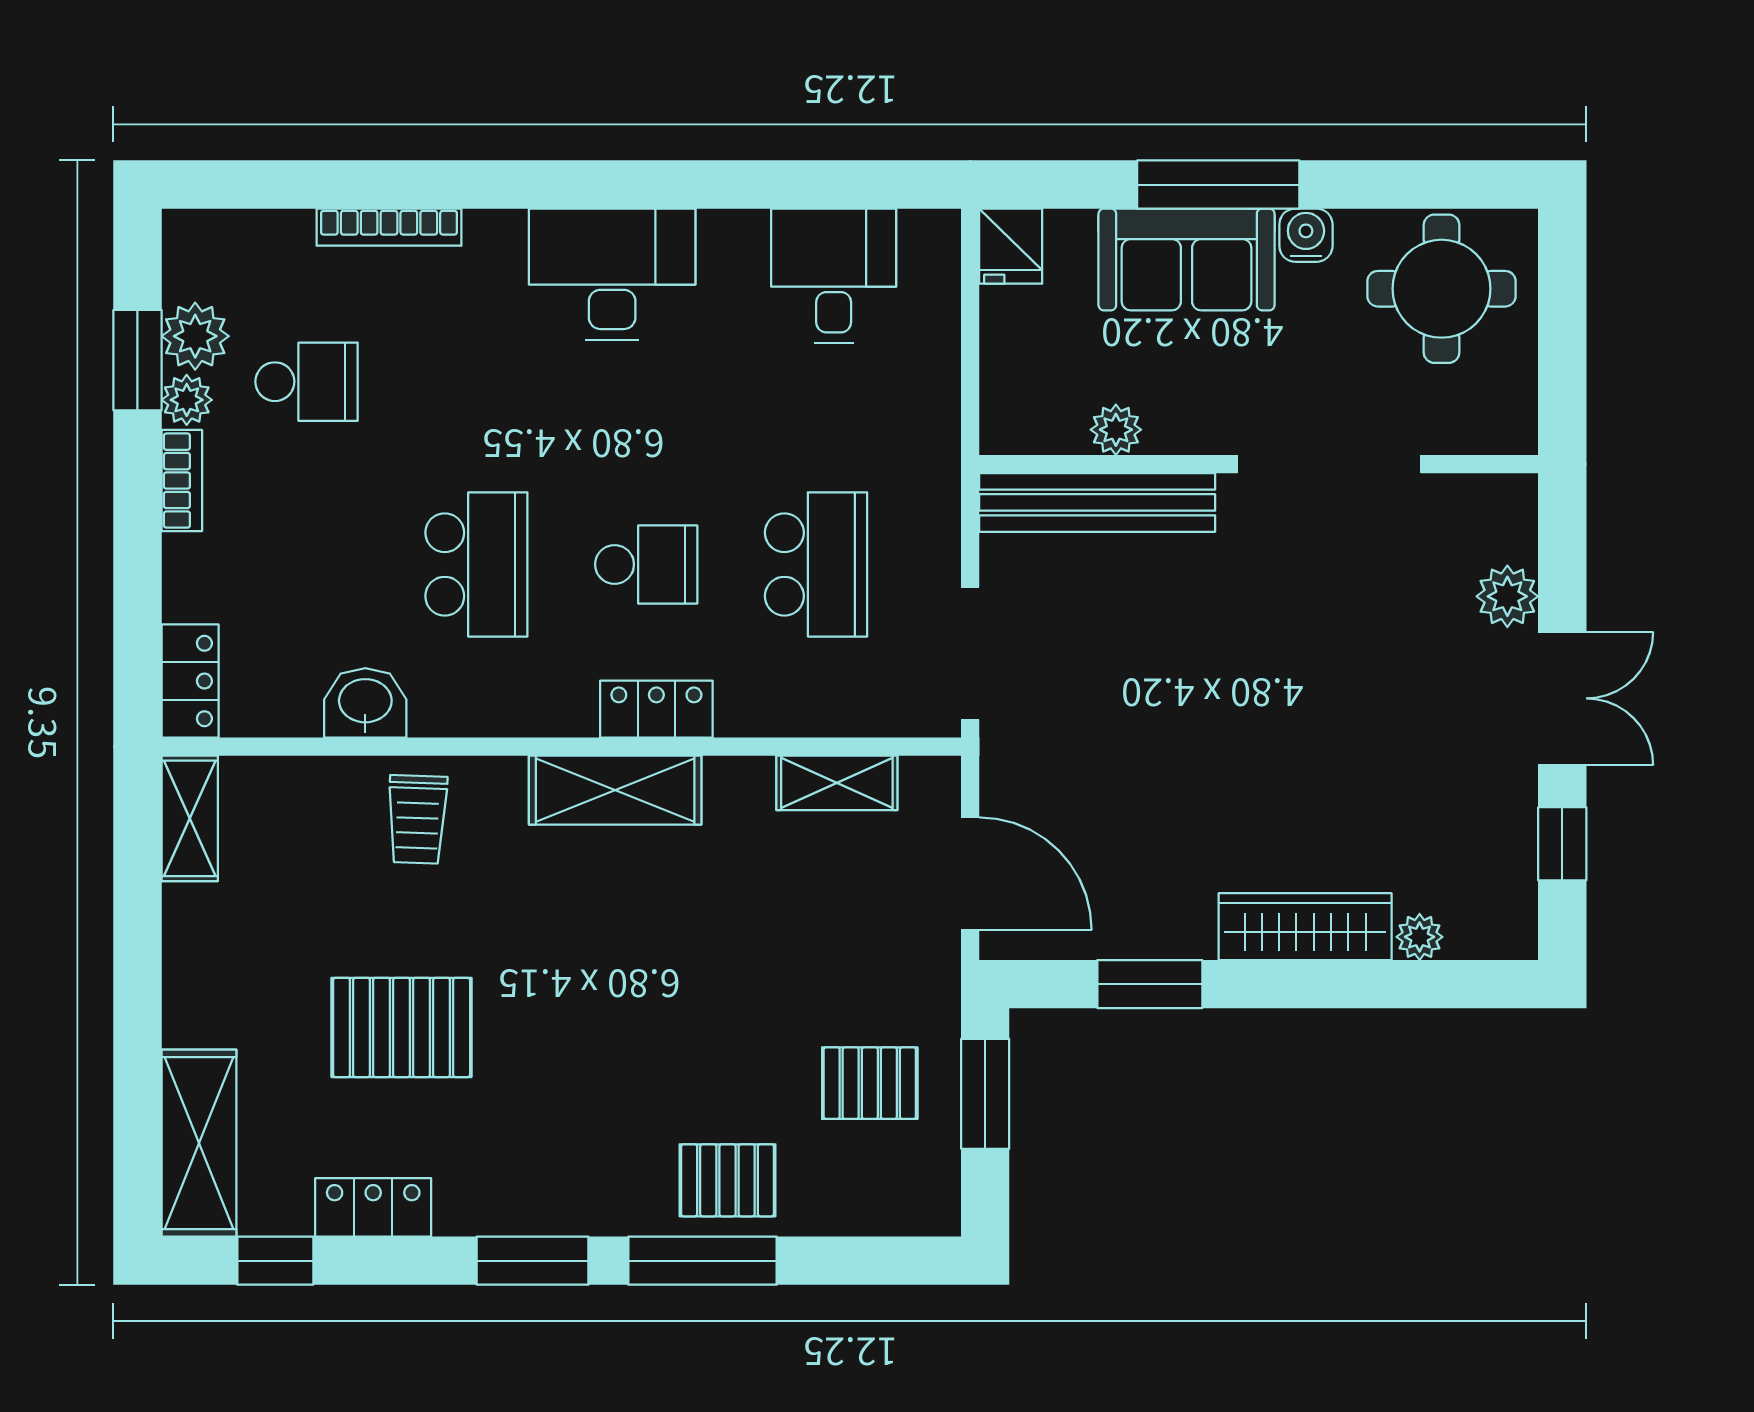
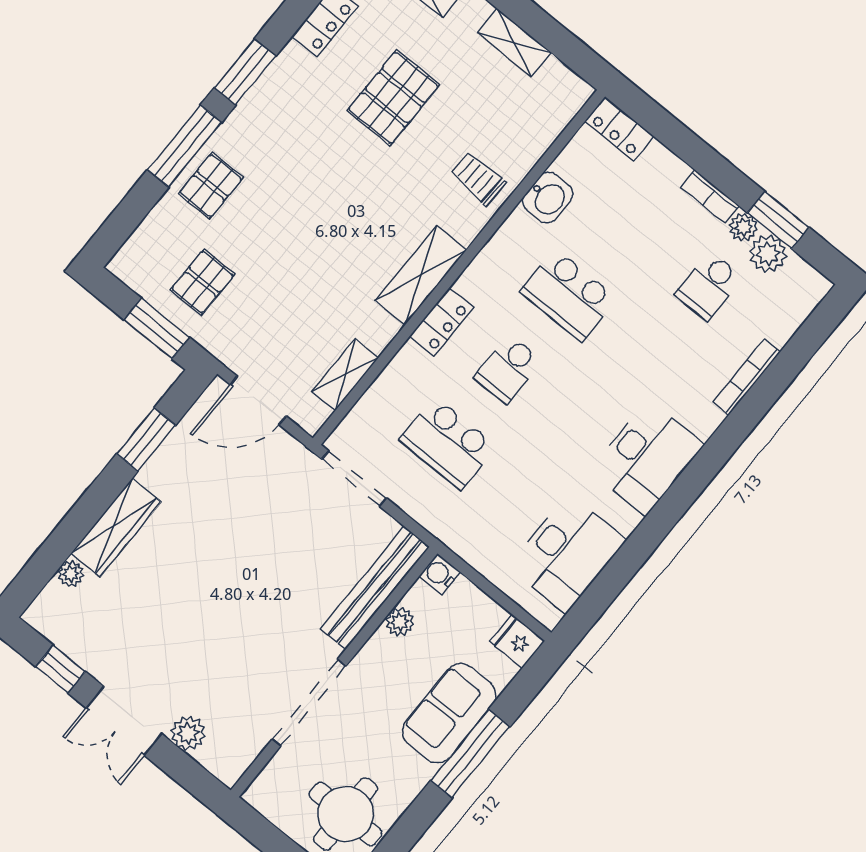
water cooler: (1306, 235) -> (440, 574), moved, turned 180
desk: (834, 276) -> (567, 553), width x1.37
shelving: (190, 818) -> (514, 43), moved

